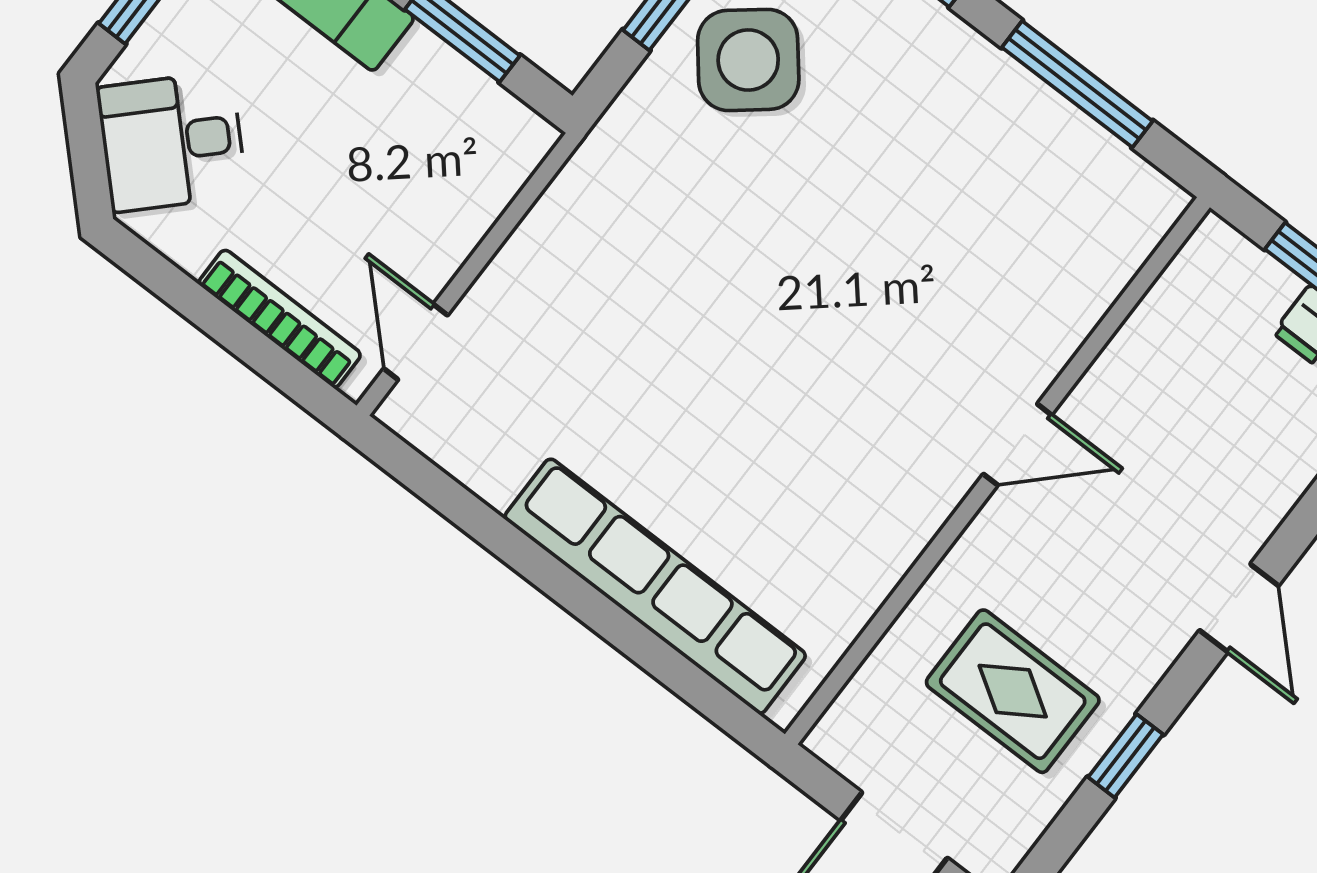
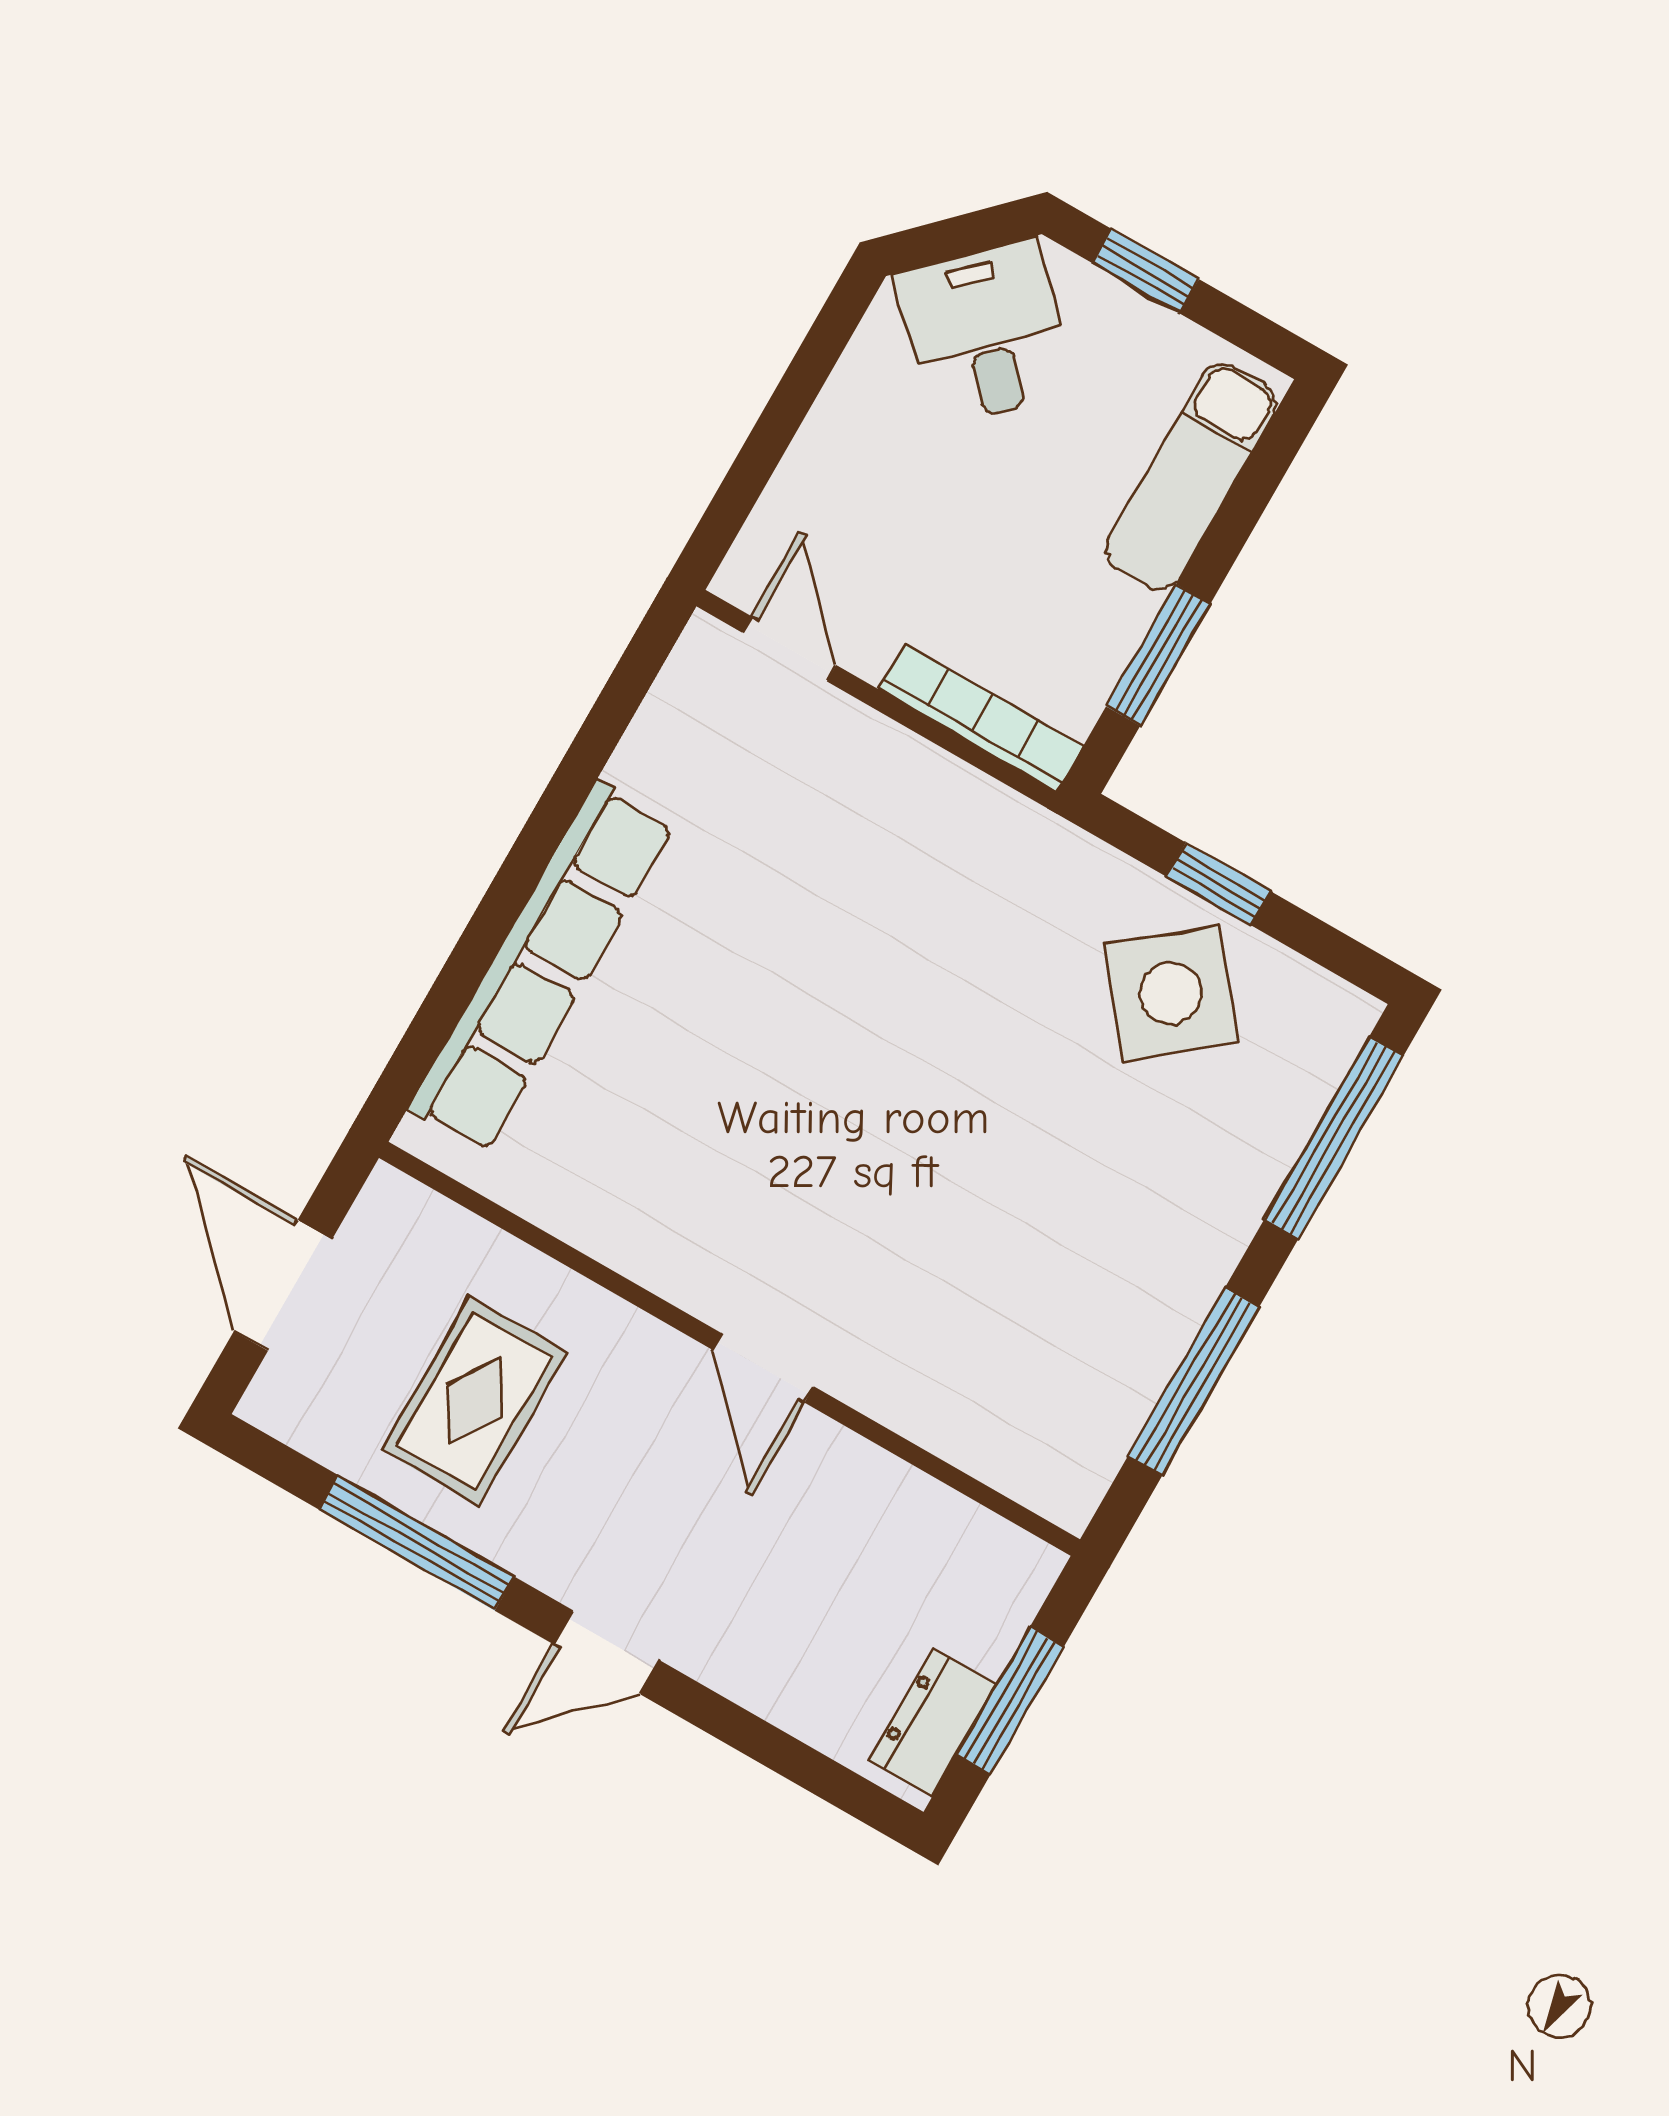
bookcase: (280, 319) -> (981, 718), moved, turned -90
door: (416, 342) -> (789, 649), hinge flipped
window: (1126, 756) -> (416, 1543), width x2.17

